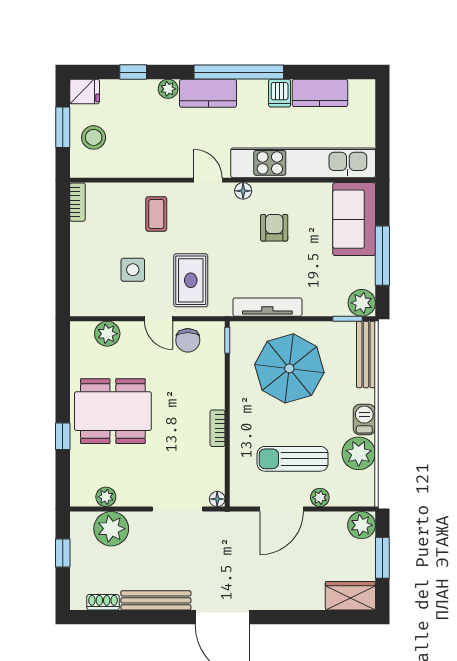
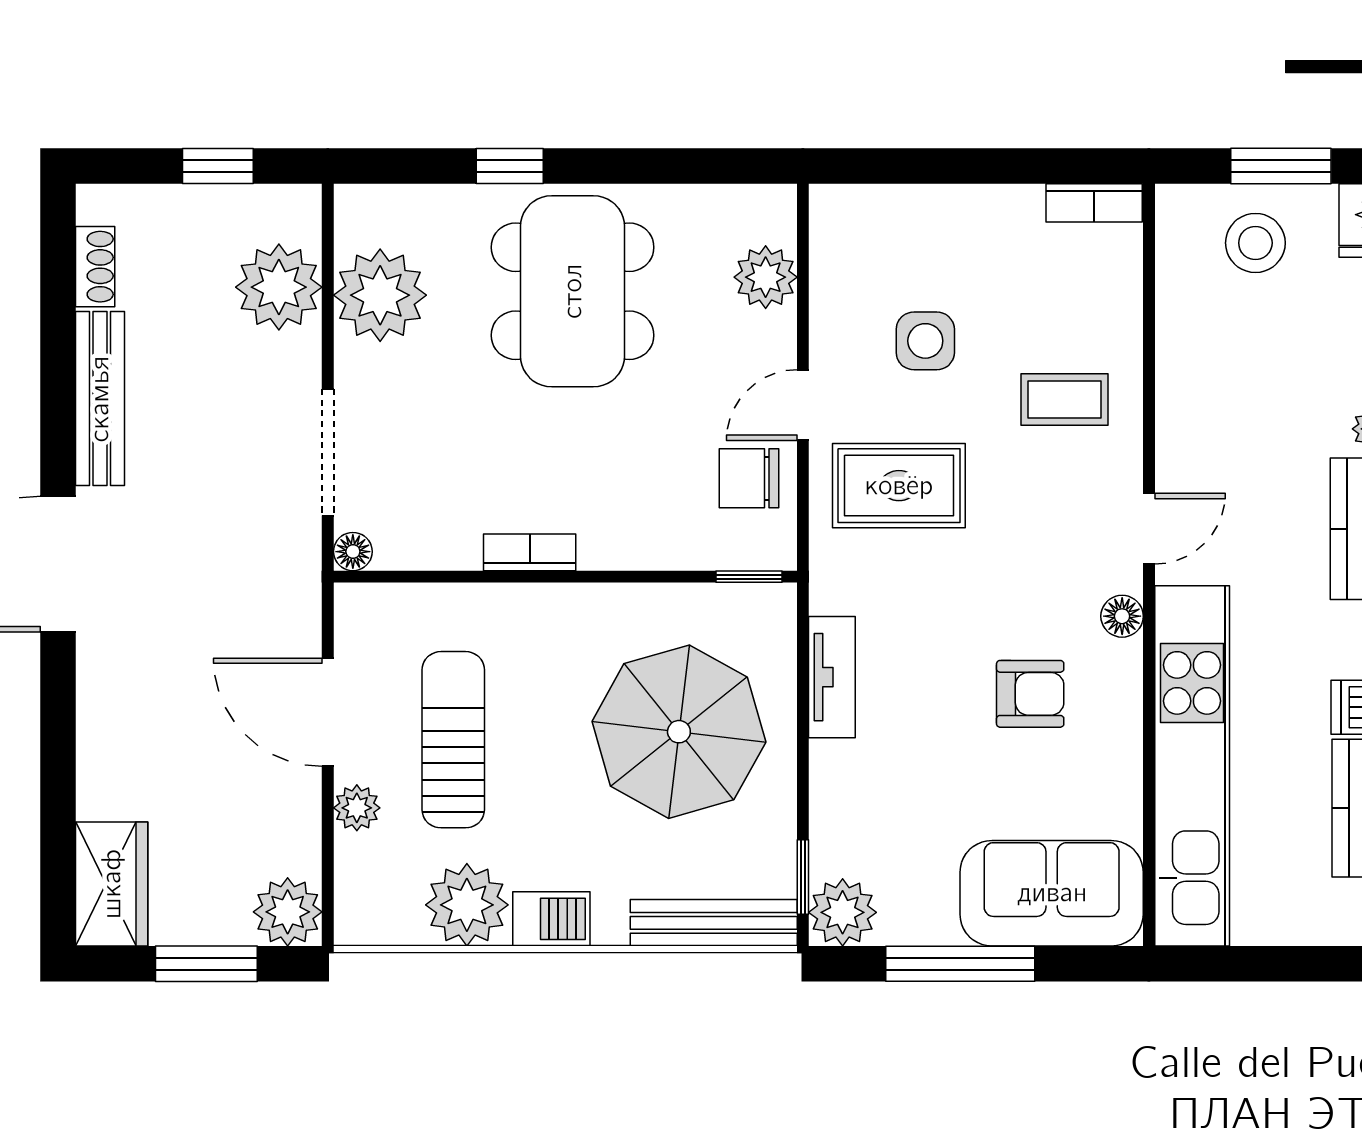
tv unit: (267, 307) -> (832, 677), width x0.71
plant: (106, 497) -> (380, 295), width x1.88, depth x1.88

